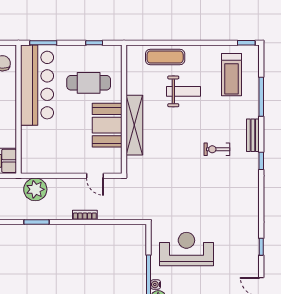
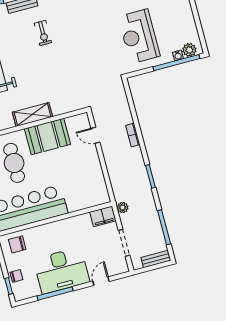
shelving: (134, 125) -> (32, 114), width x0.68
door: (95, 176) -> (95, 135), swing flipped
plant: (35, 189) -> (123, 208), moved, width x0.53, depth x0.53

